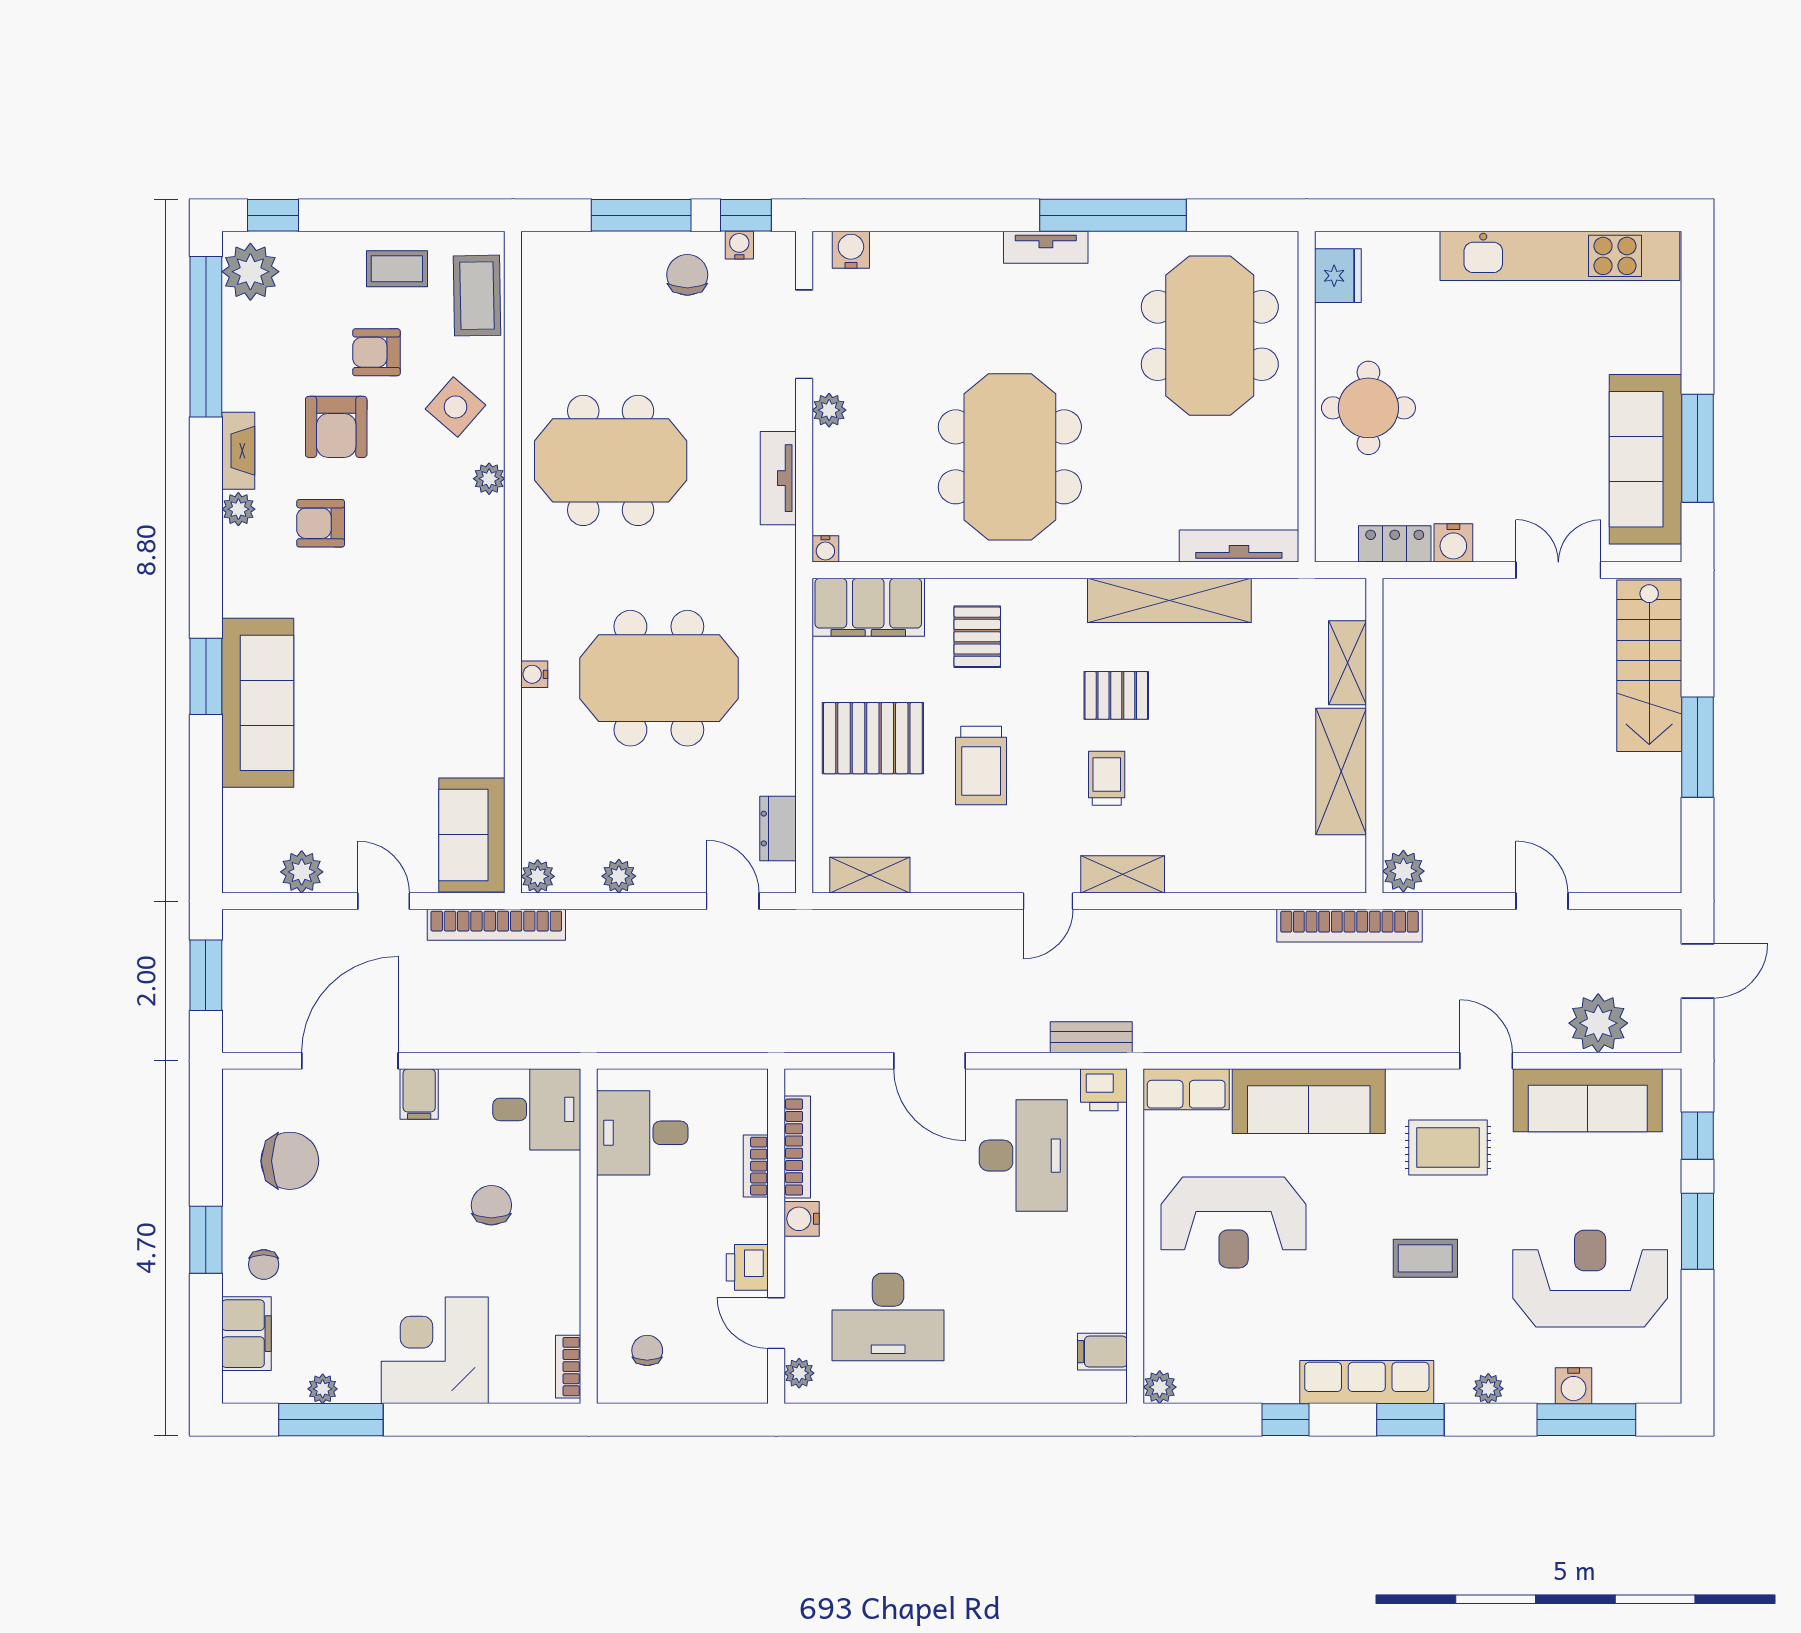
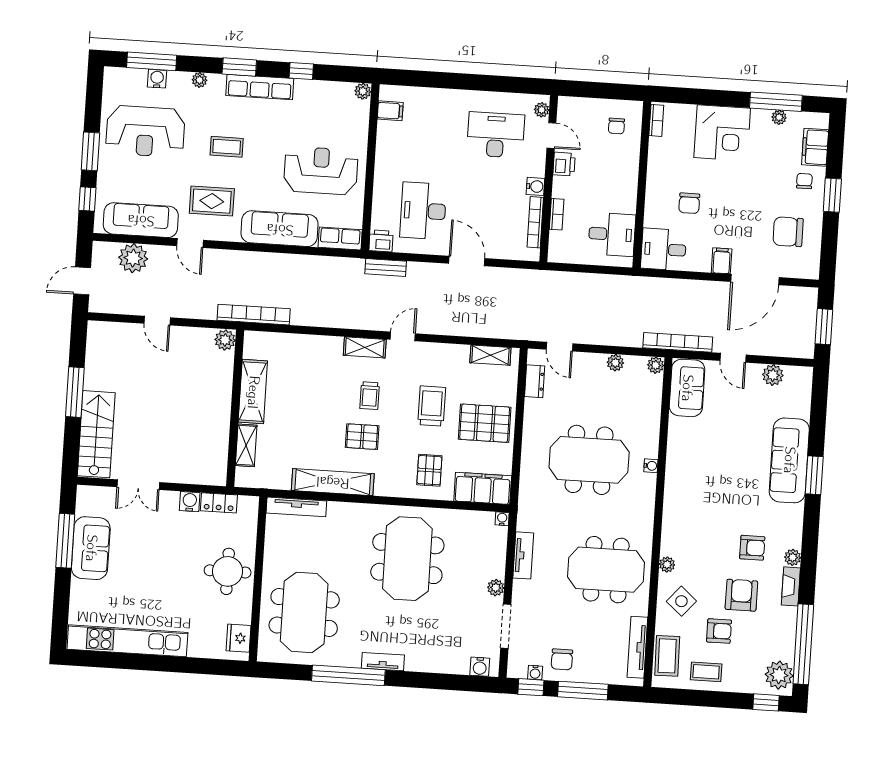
tv unit: (538, 309) -> (637, 647), added
sofa: (1645, 459) -> (91, 548), width x0.73

